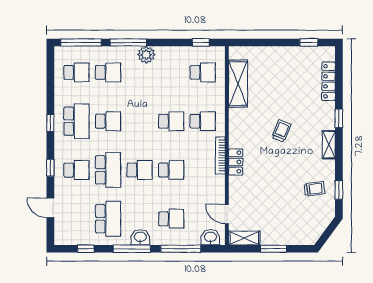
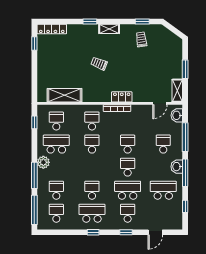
school desk: (171, 72) -> (56, 144), added
locker: (329, 81) -> (52, 29), moved

